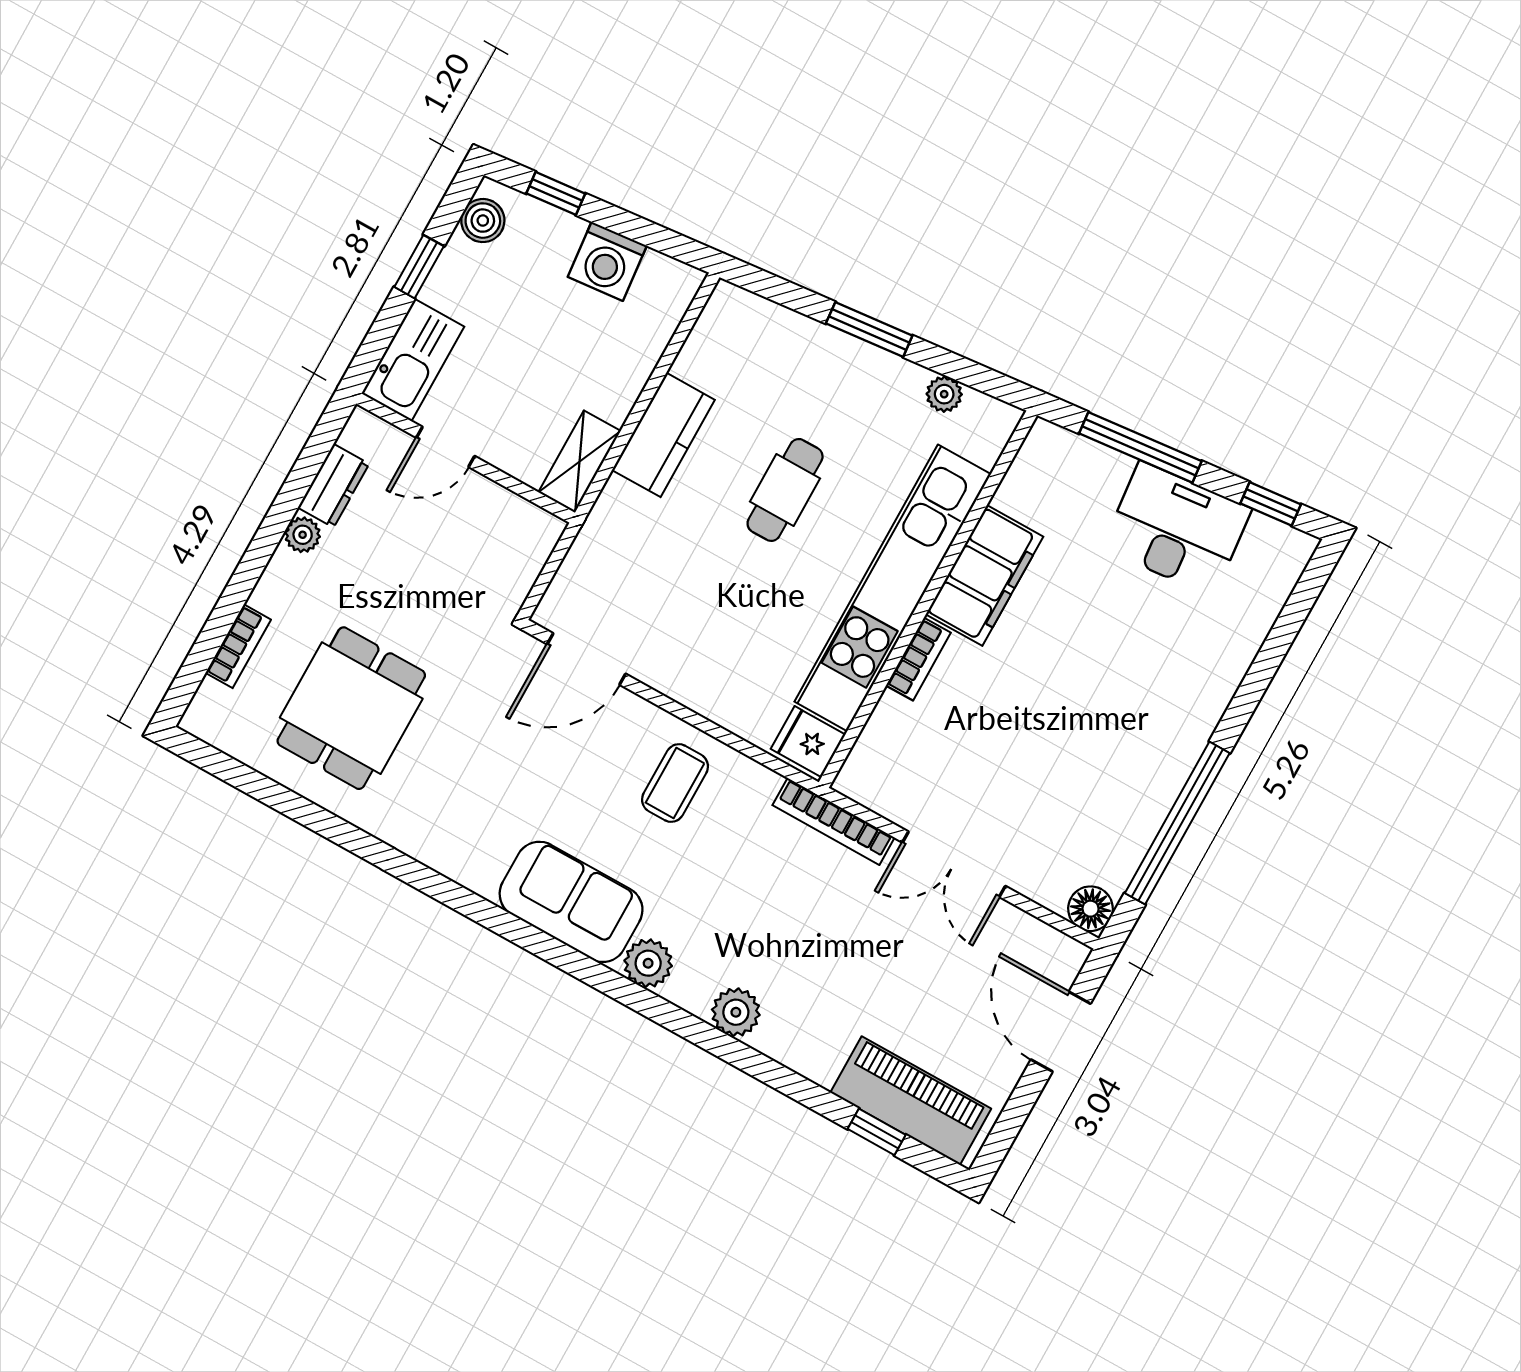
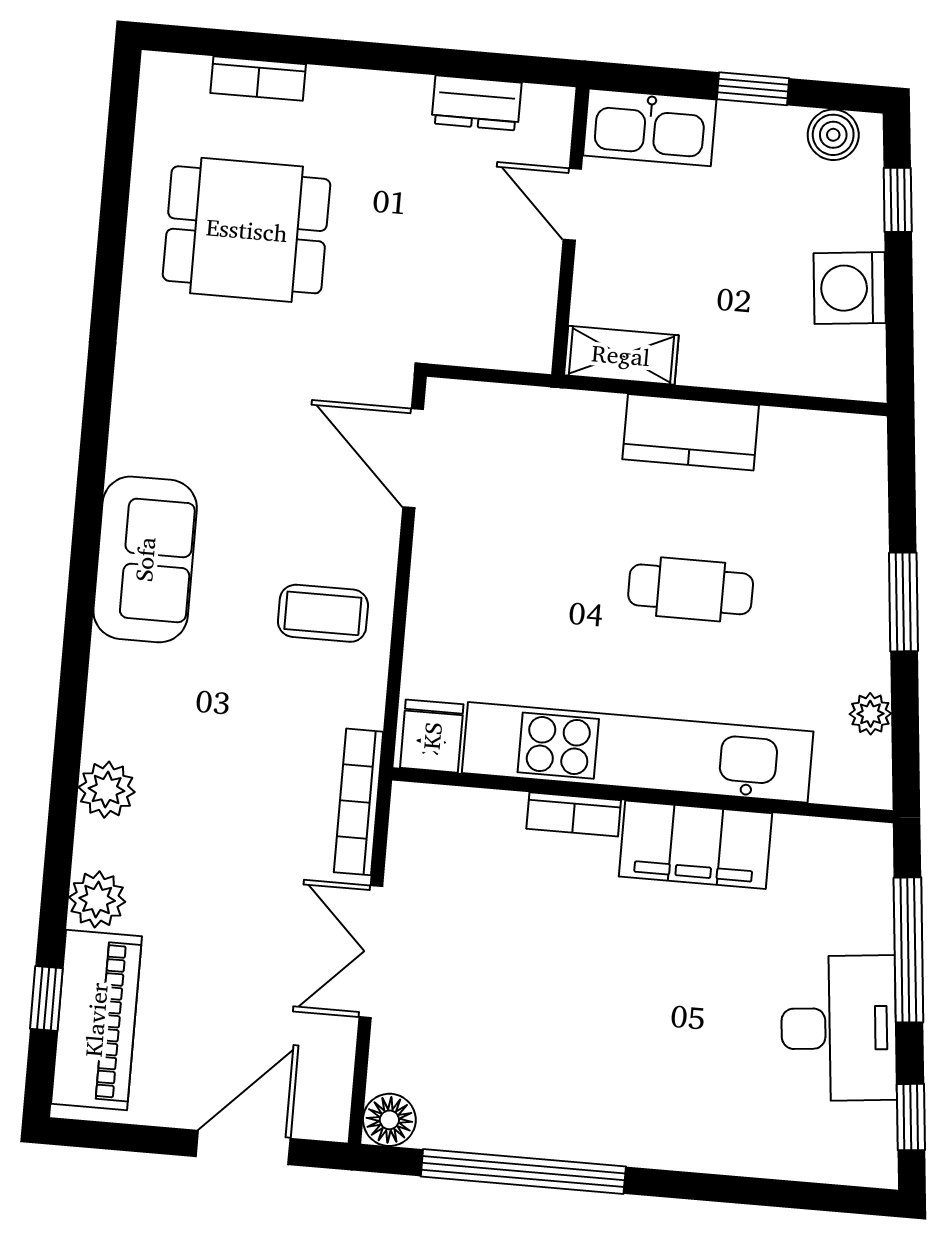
plant: (303, 535) -> (409, 94), removed
plant: (648, 963) -> (97, 899), moved

